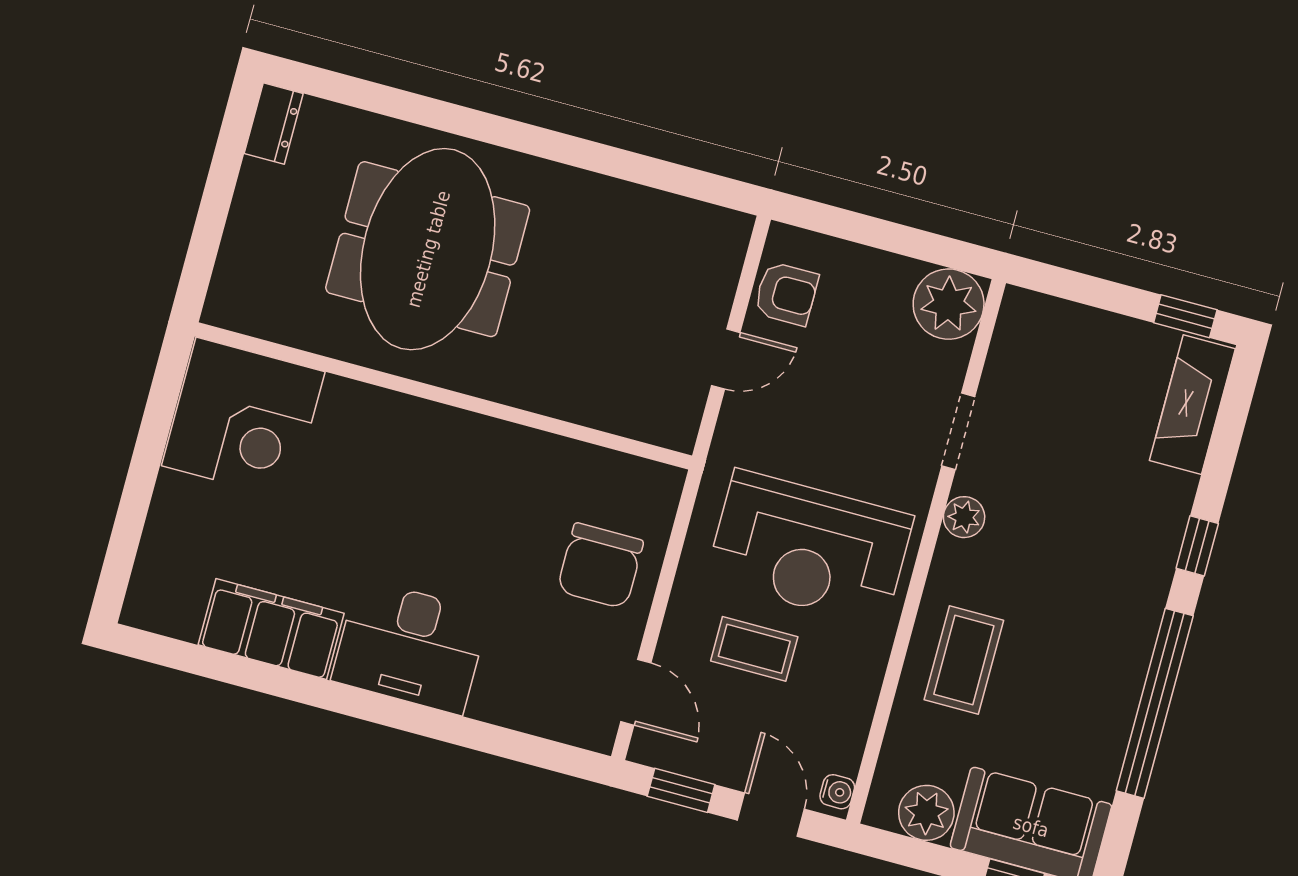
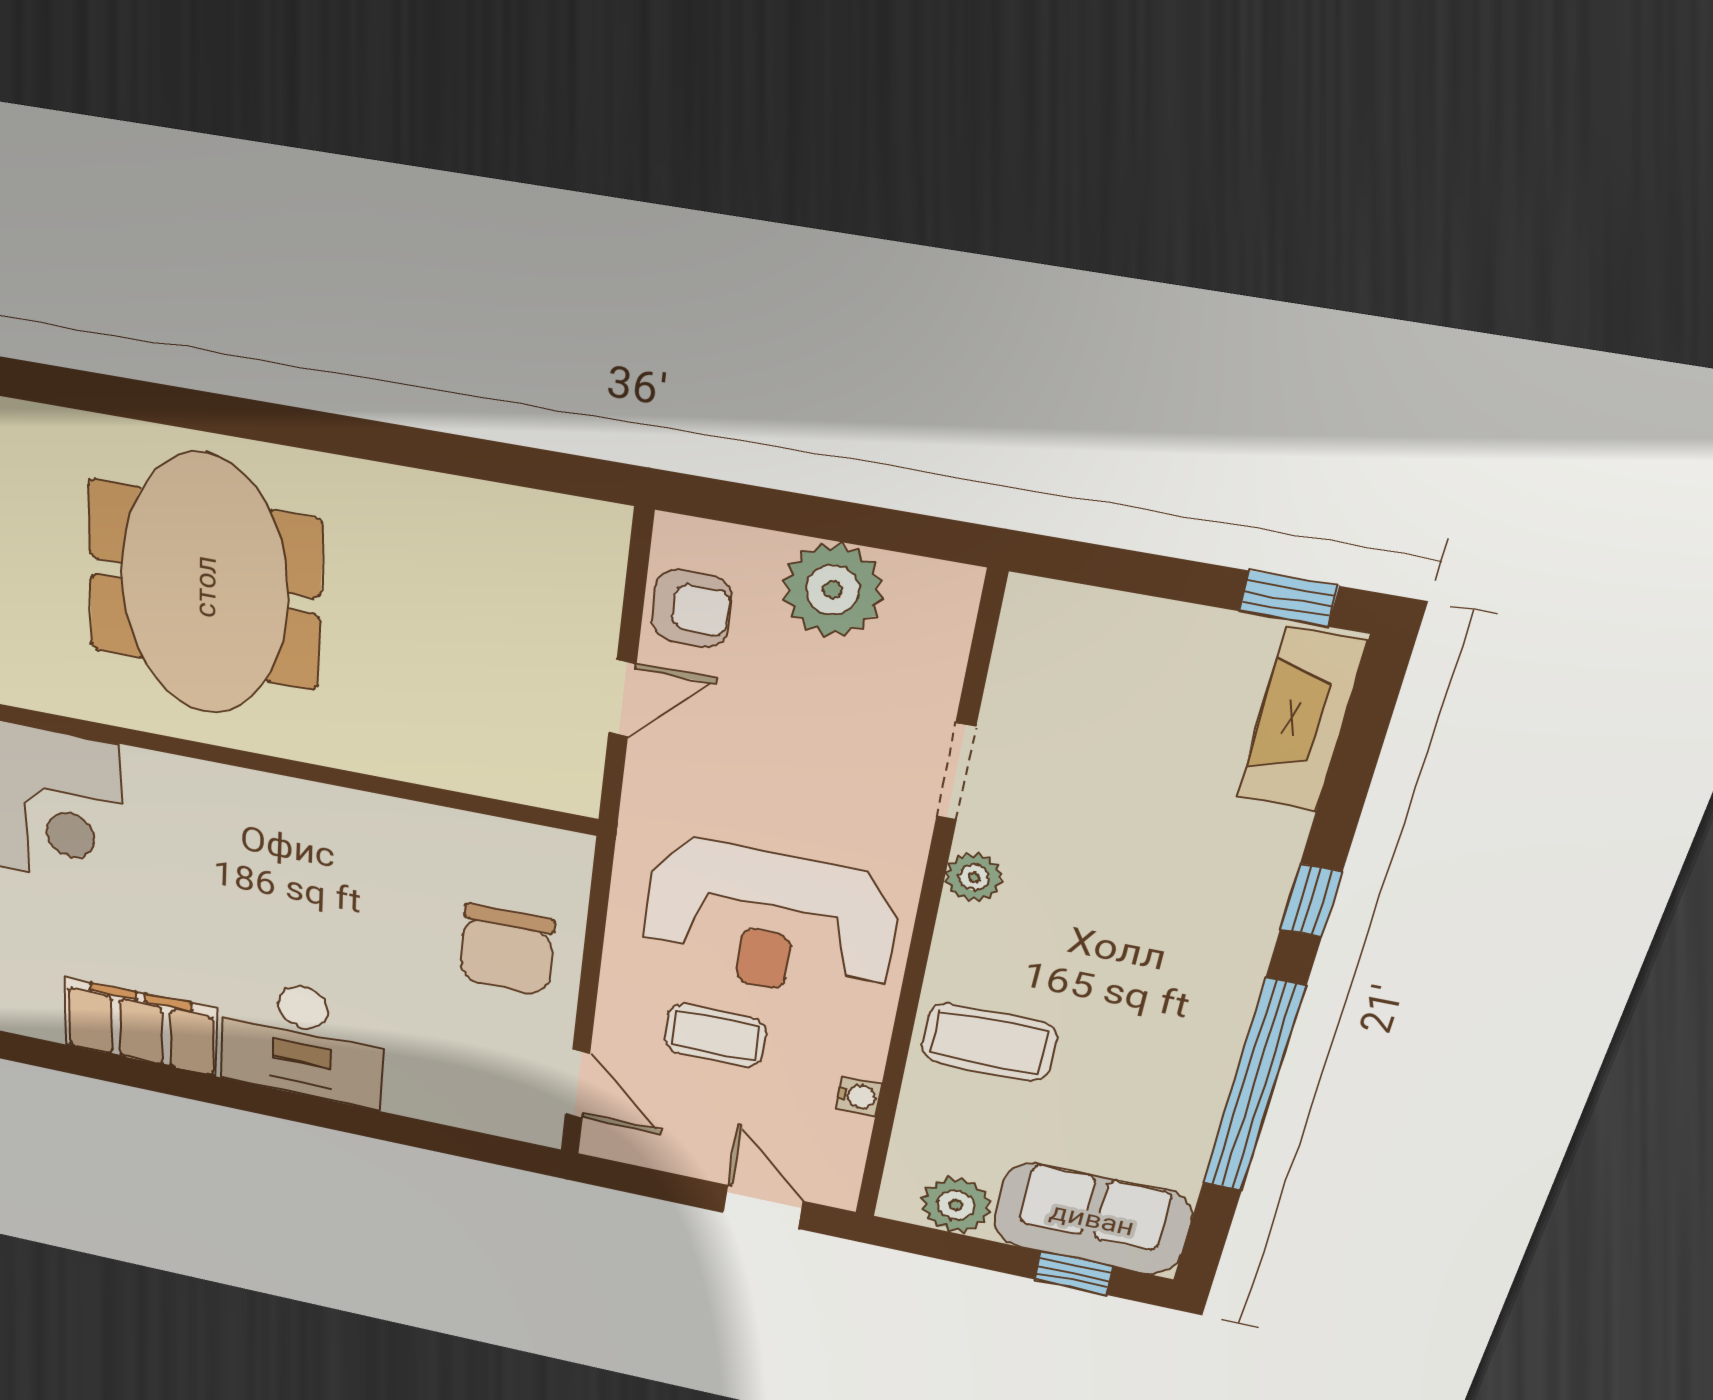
plant: (949, 304) -> (833, 590), moved
coffee table: (964, 660) -> (989, 1042), turned 90
window: (681, 790) -> (651, 1183), removed
water cooler: (837, 792) -> (859, 1096), moved

